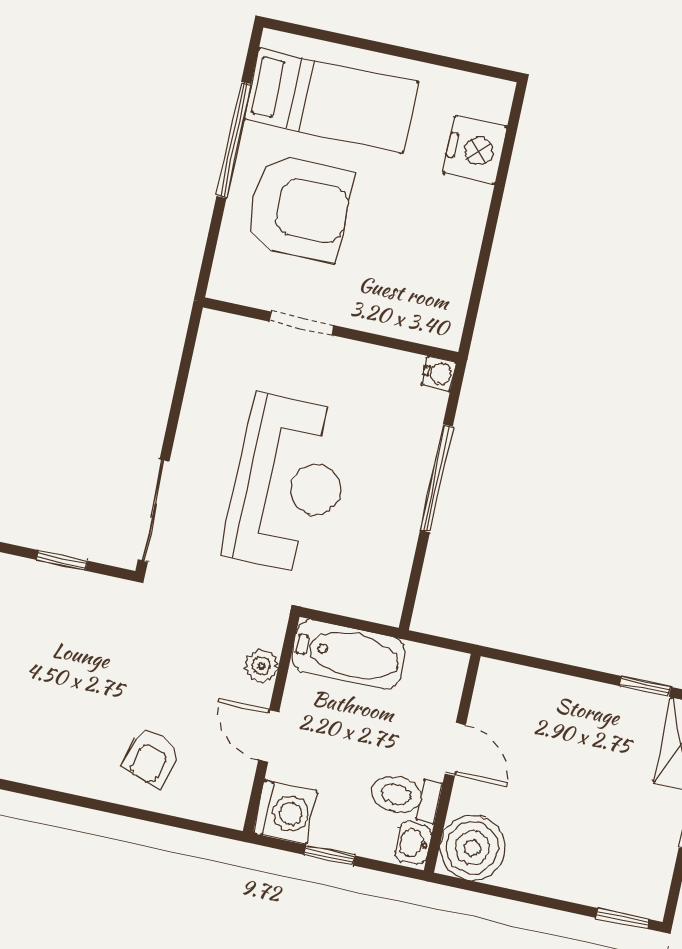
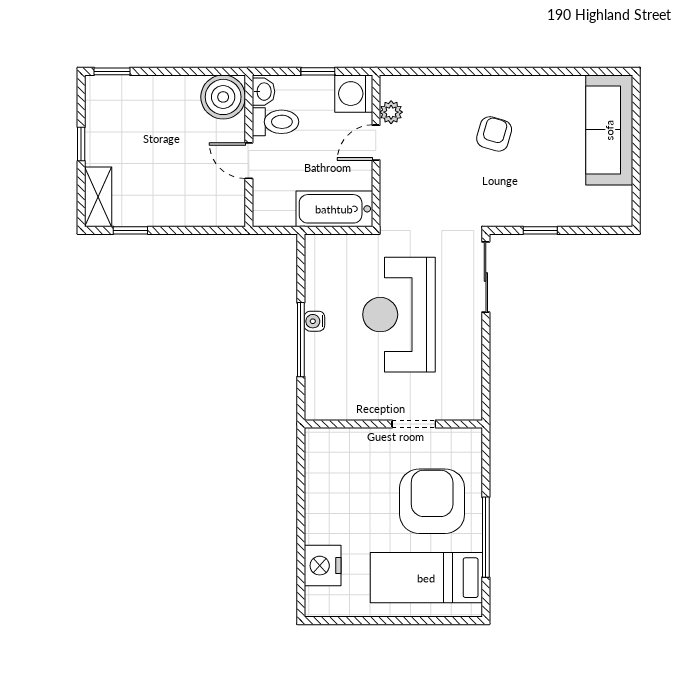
armchair: (299, 208) -> (432, 501), turned 90
water cooler: (439, 373) -> (314, 321), moved
plant: (261, 666) -> (391, 112), moved
door: (269, 736) -> (376, 143), swing flipped
armchair: (151, 758) -> (494, 134), moved

